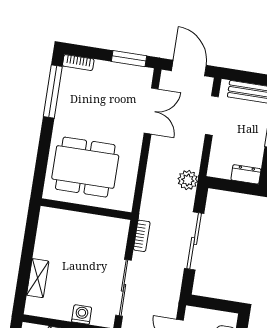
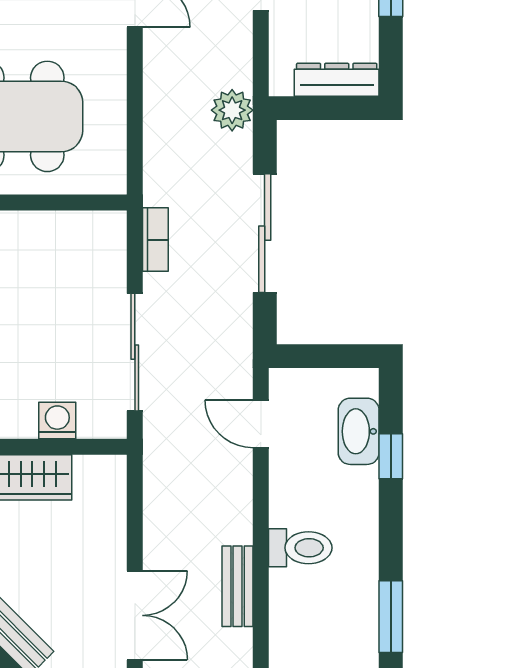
dresser: (246, 174) -> (337, 80), width x1.44

